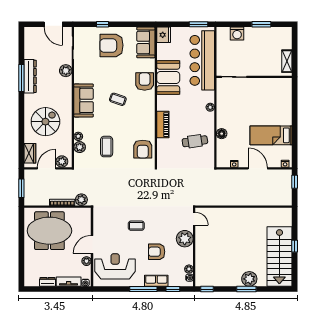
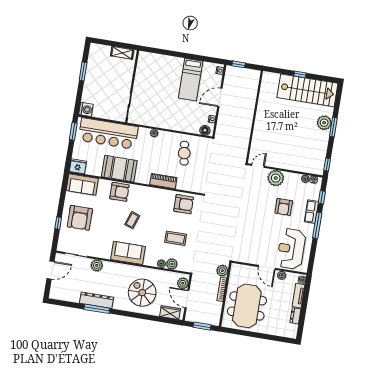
washing machine: (237, 34) -> (86, 109), moved
armchair: (145, 82) -> (119, 192), turned 180
floor lamp: (222, 134) -> (205, 130), moved
coffee table: (136, 226) -> (256, 222), removed

